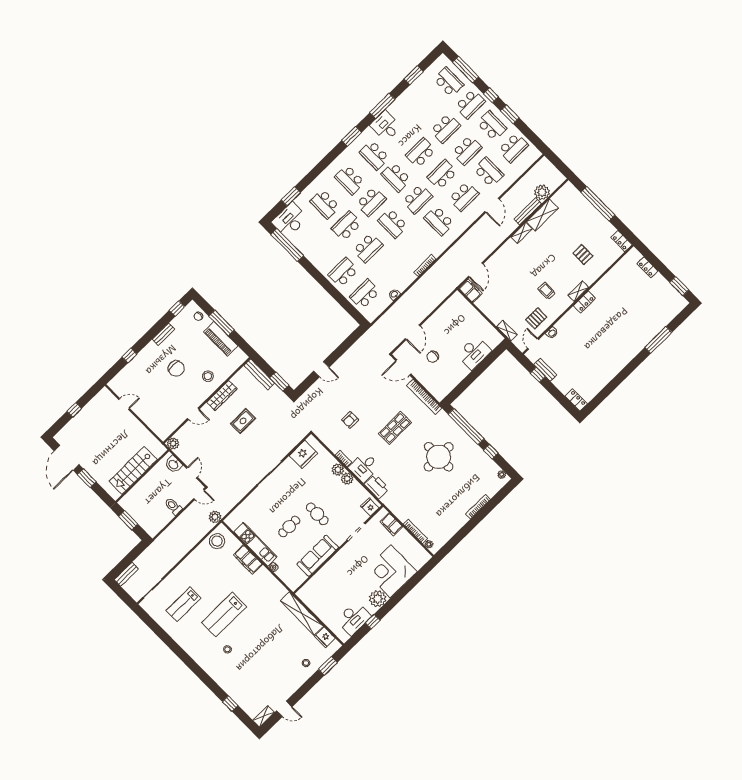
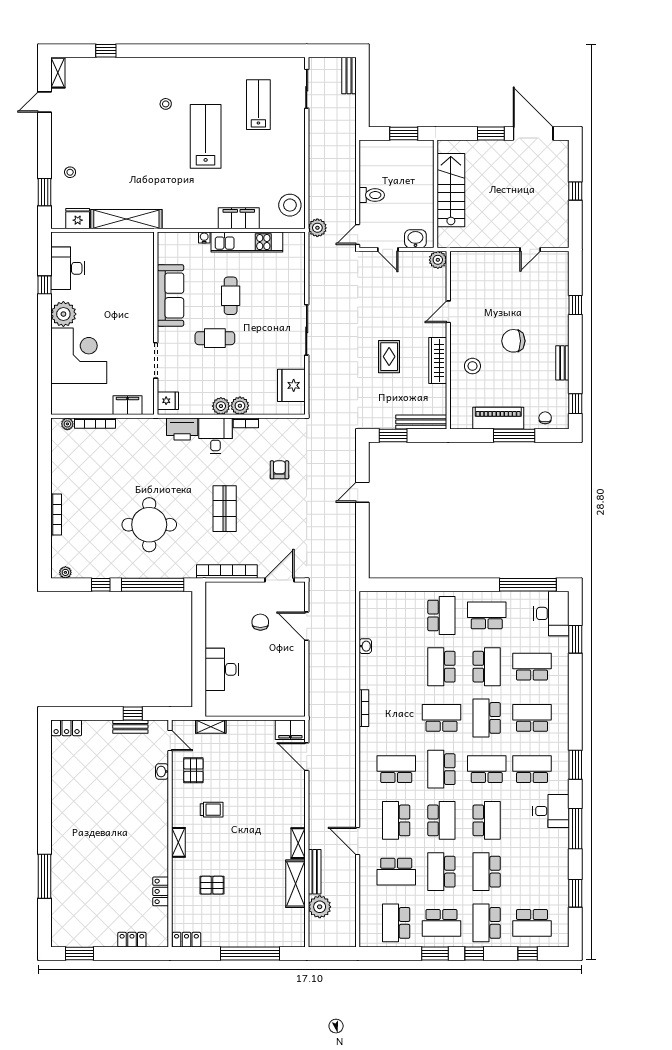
window: (466, 69) -> (528, 954), width x0.46
school desk: (365, 294) -> (487, 615), moved, turned -90
locker: (584, 302) -> (161, 891), moved

